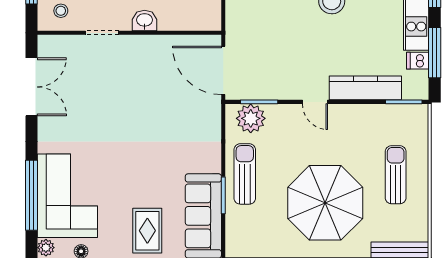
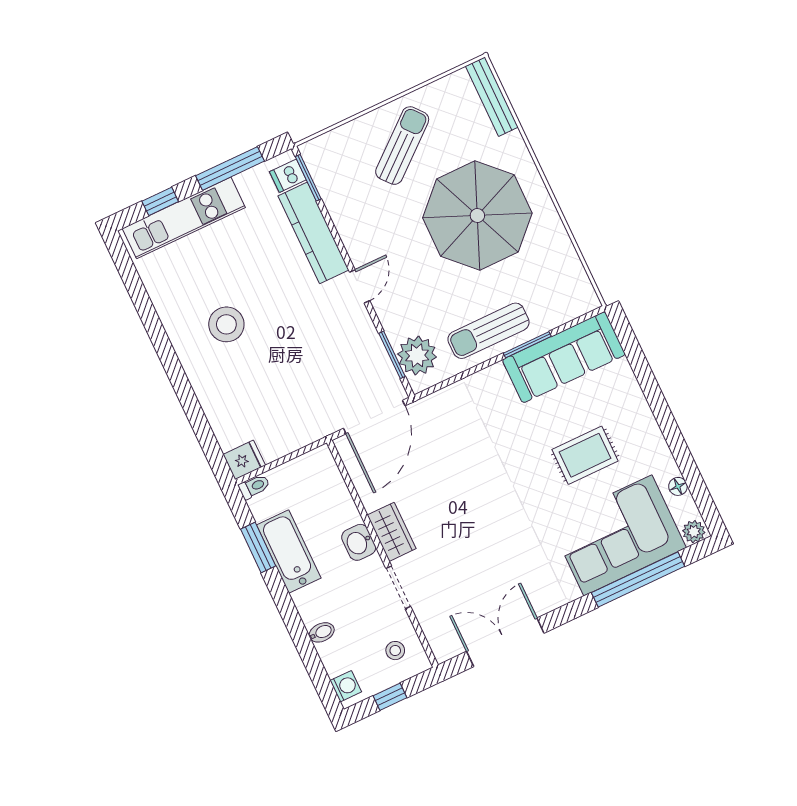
wardrobe: (141, 46) -> (392, 532), added
dishwasher: (418, 61) -> (288, 176), moved, turned 90
sun lounger: (396, 175) -> (402, 146), turned 140
rug: (147, 231) -> (585, 455), moved

